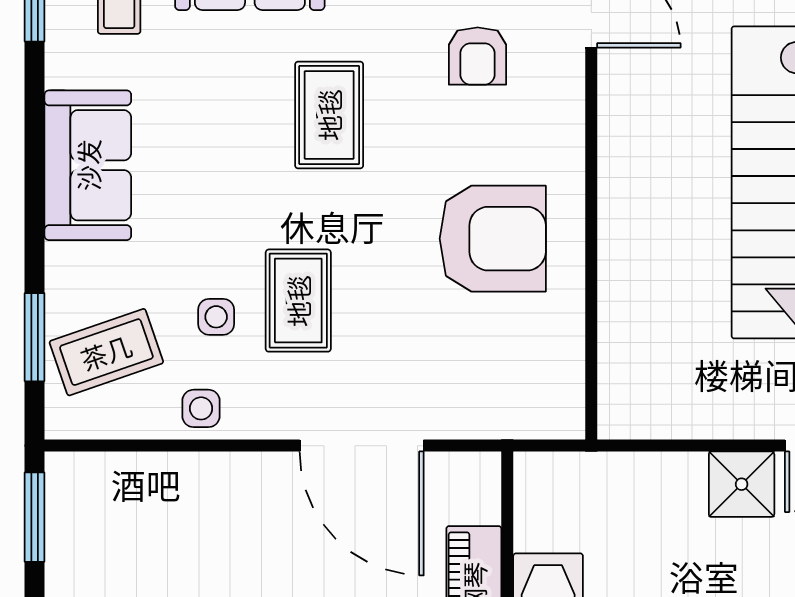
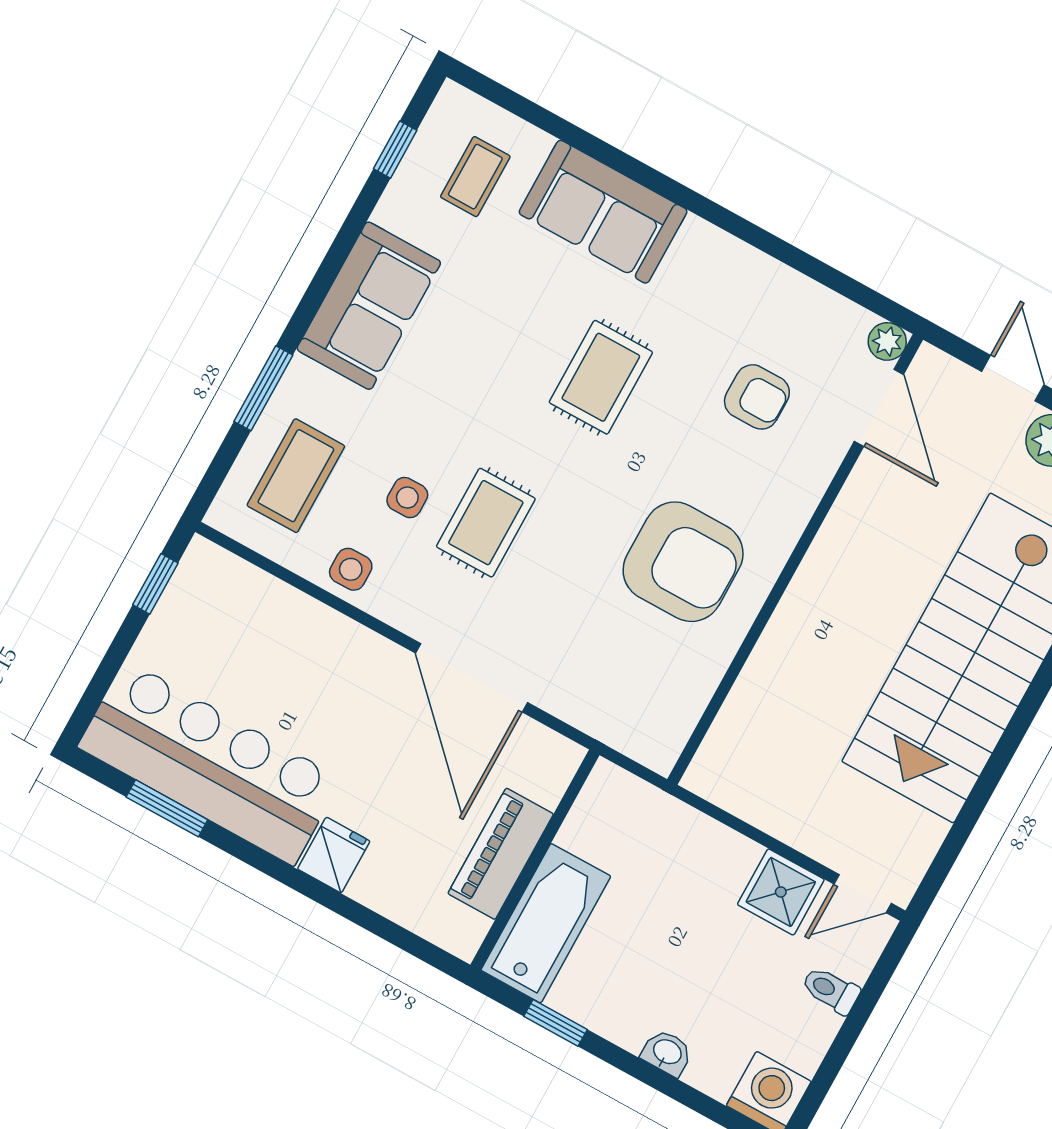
armchair: (478, 56) -> (757, 397), turned -90
window: (35, 337) -> (263, 388), moved
coffee table: (106, 352) -> (296, 476), turned -71
window: (35, 517) -> (155, 584), width x0.67

